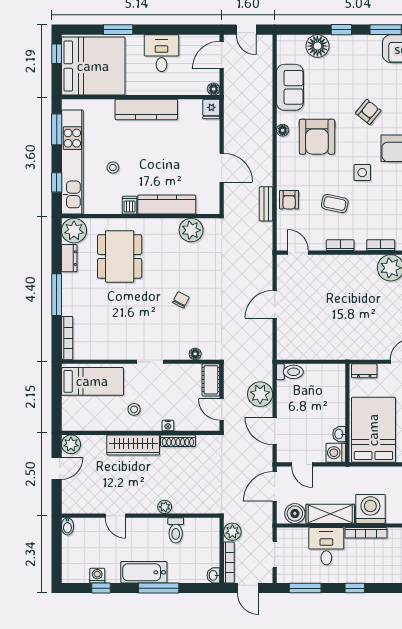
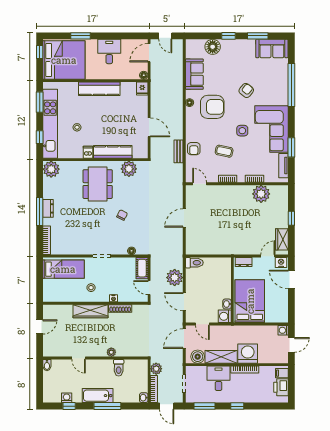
armchair: (317, 137) -> (212, 107), turned -90
dining table: (120, 256) -> (98, 184), moved
dresser: (69, 258) -> (48, 208), moved
plant: (71, 444) -> (49, 311), removed

